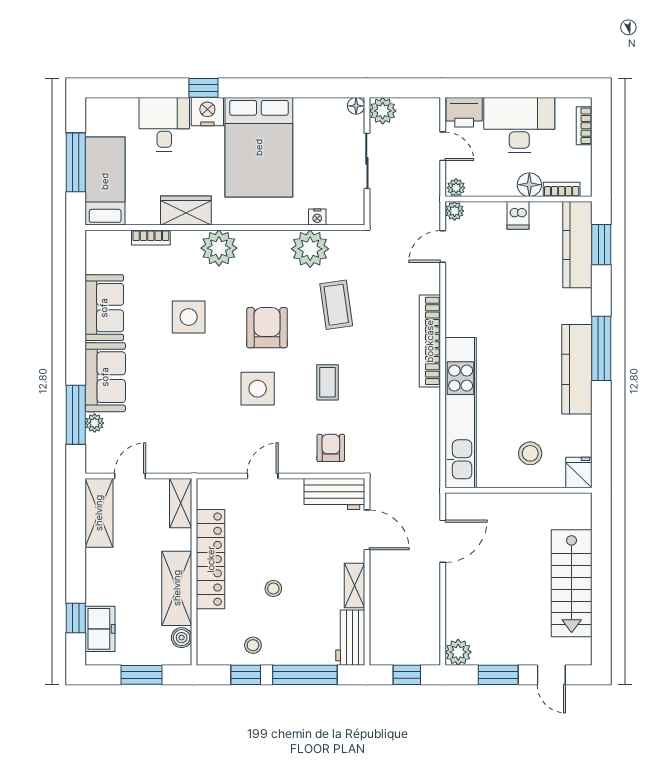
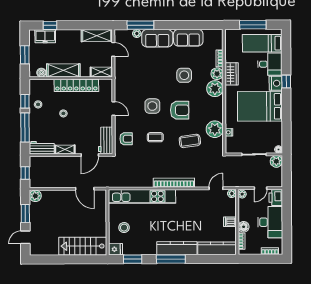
bed: (105, 181) -> (262, 43), moved, turned 180
plant: (185, 243) -> (217, 74), added
window: (601, 245) -> (133, 259), moved
door: (443, 246) -> (216, 188), hinge flipped
kitchen counter: (577, 369) -> (177, 248), moved
stairs: (572, 583) -> (83, 246), moved

